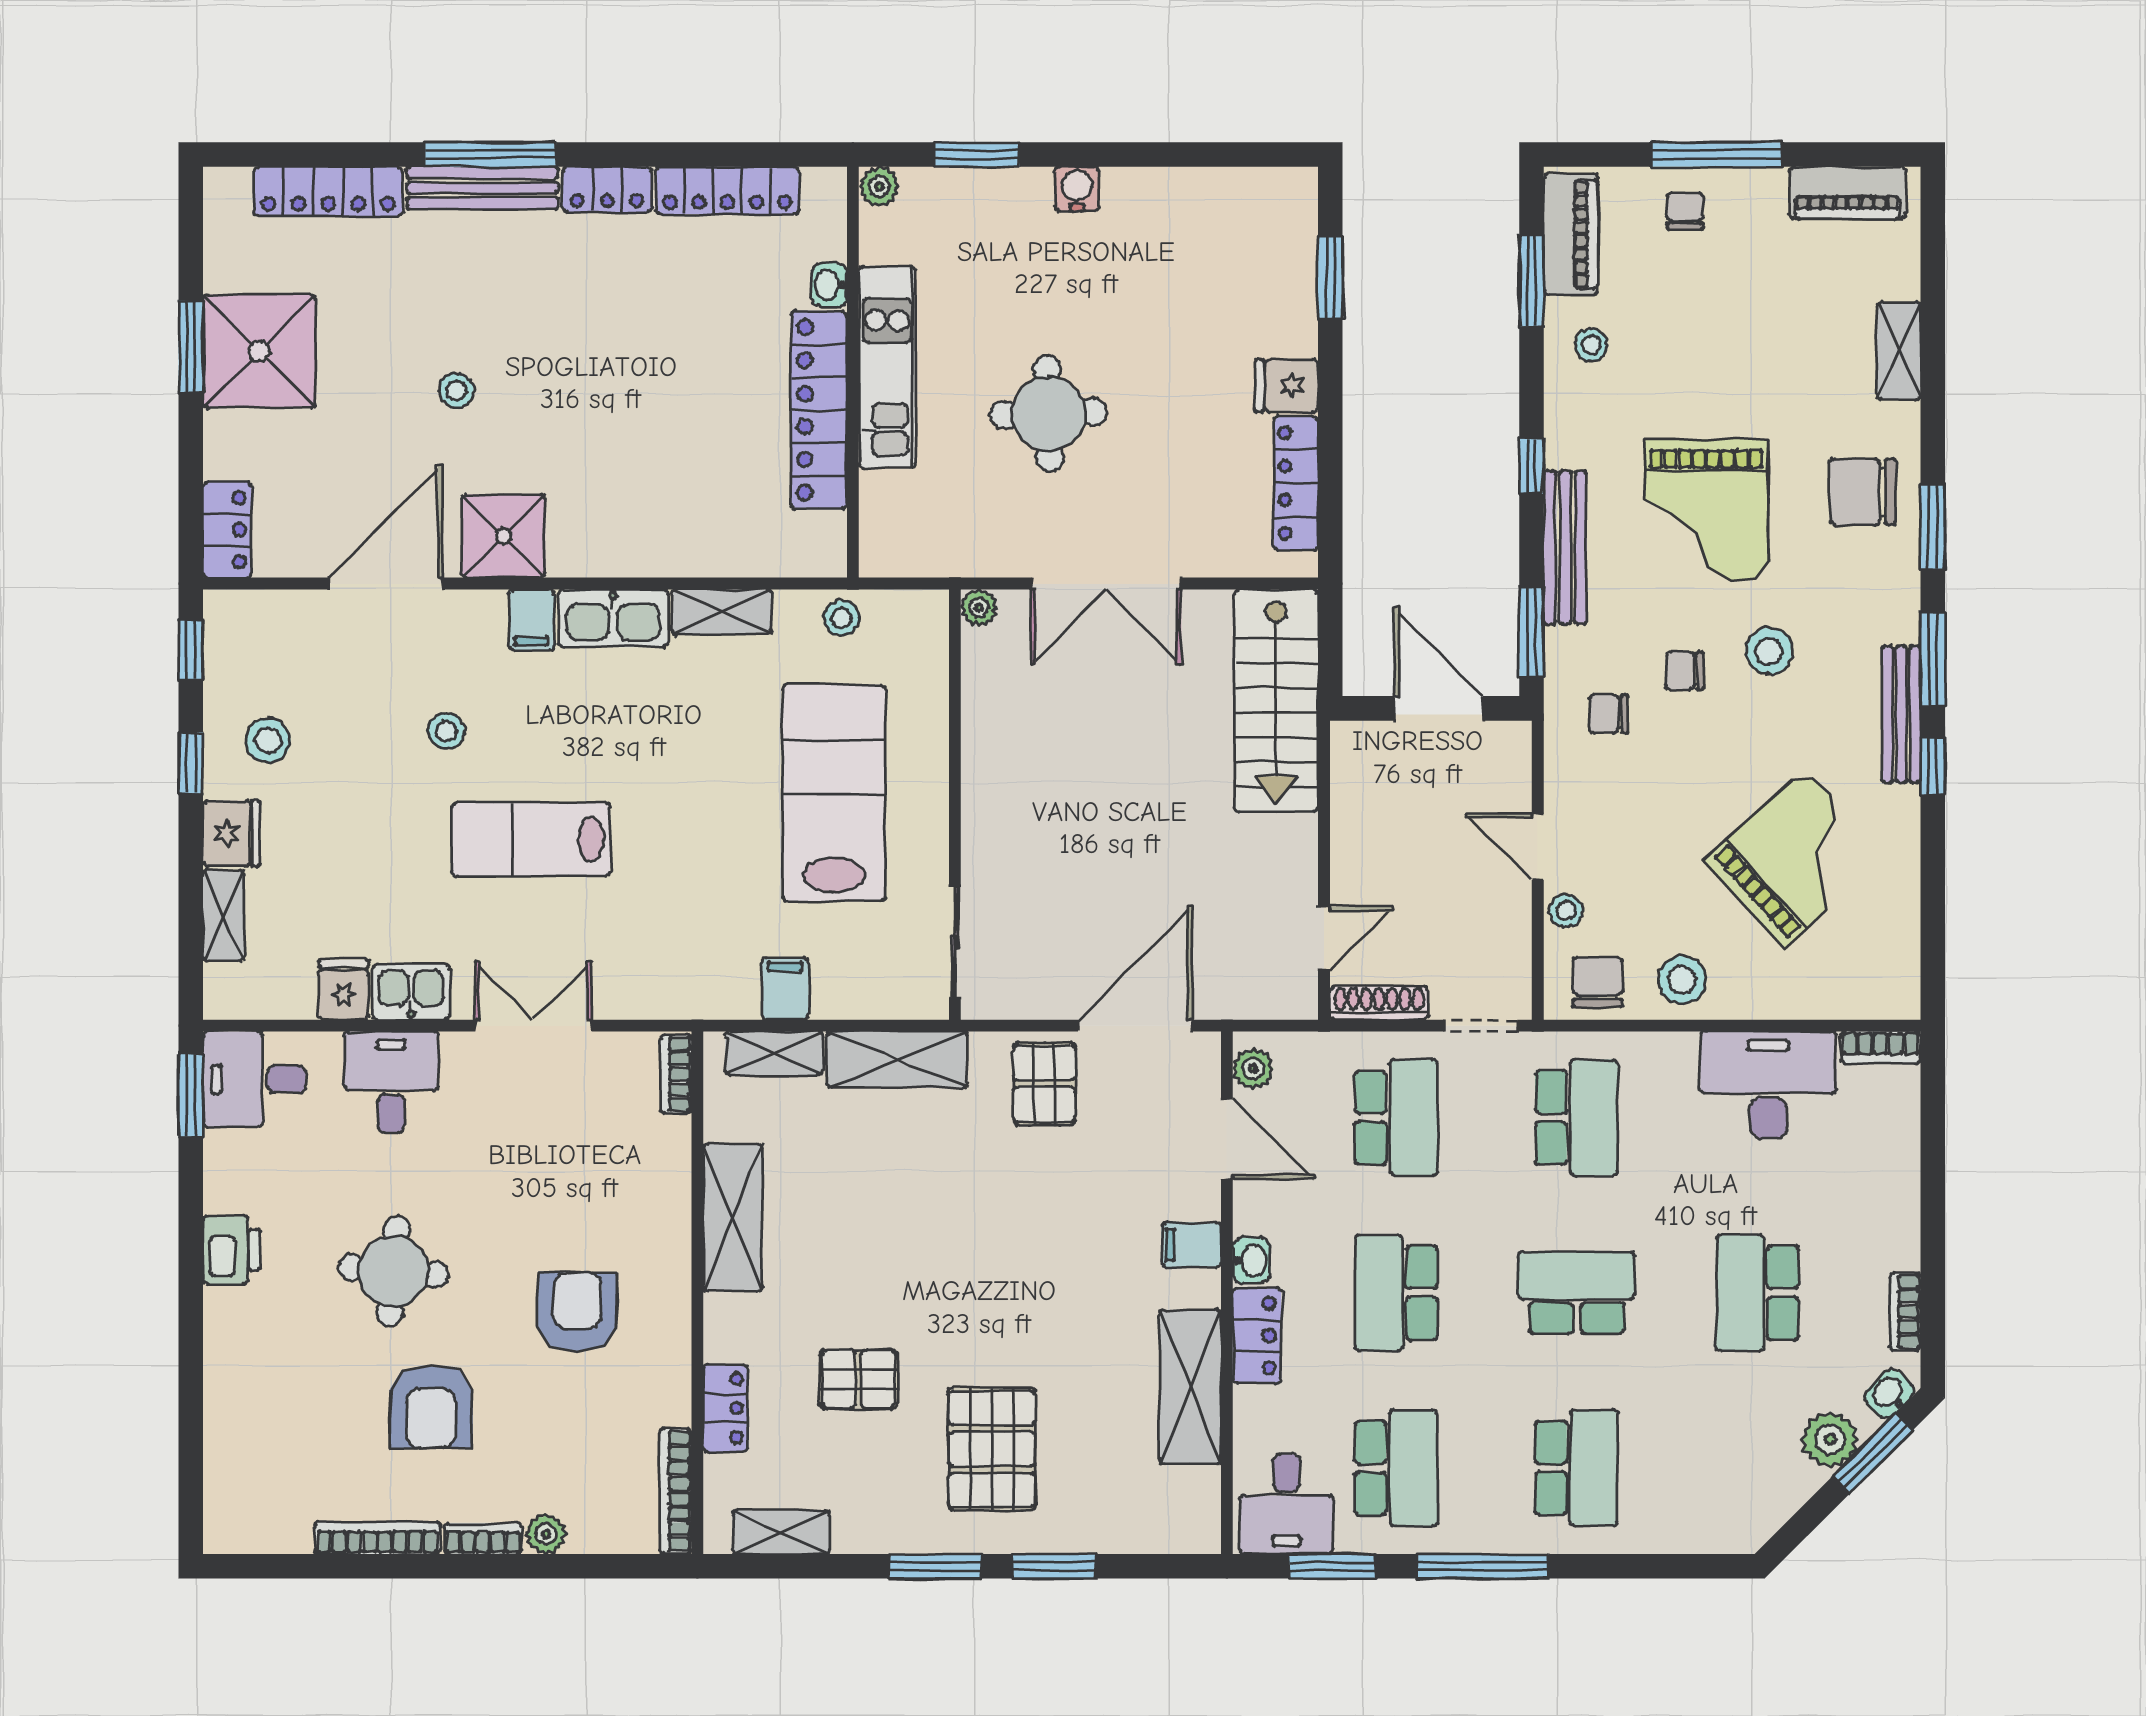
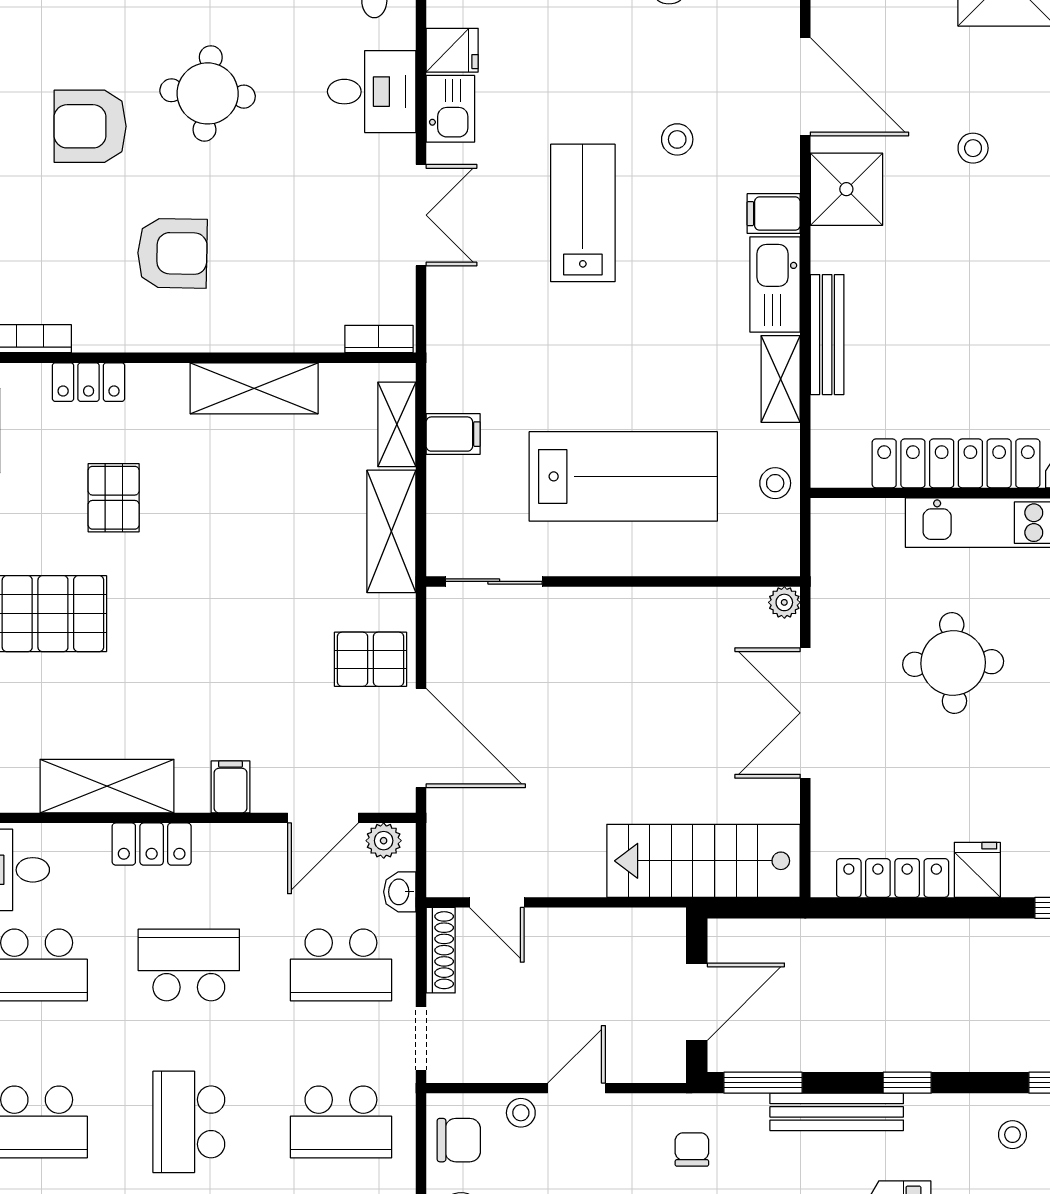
bench: (671, 558) -> (827, 335), added
washbasin: (1251, 1261) -> (400, 892), moved, turned 90
school desk: (1577, 1293) -> (189, 1122), turned 180

